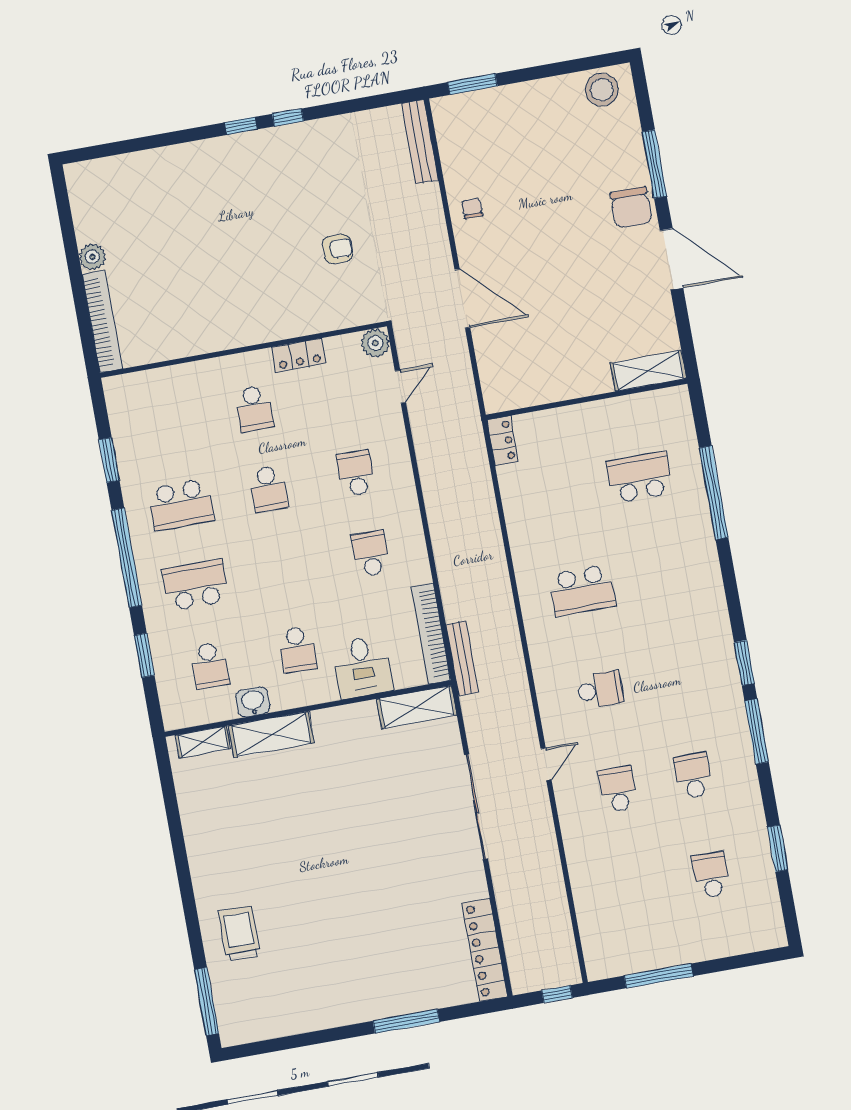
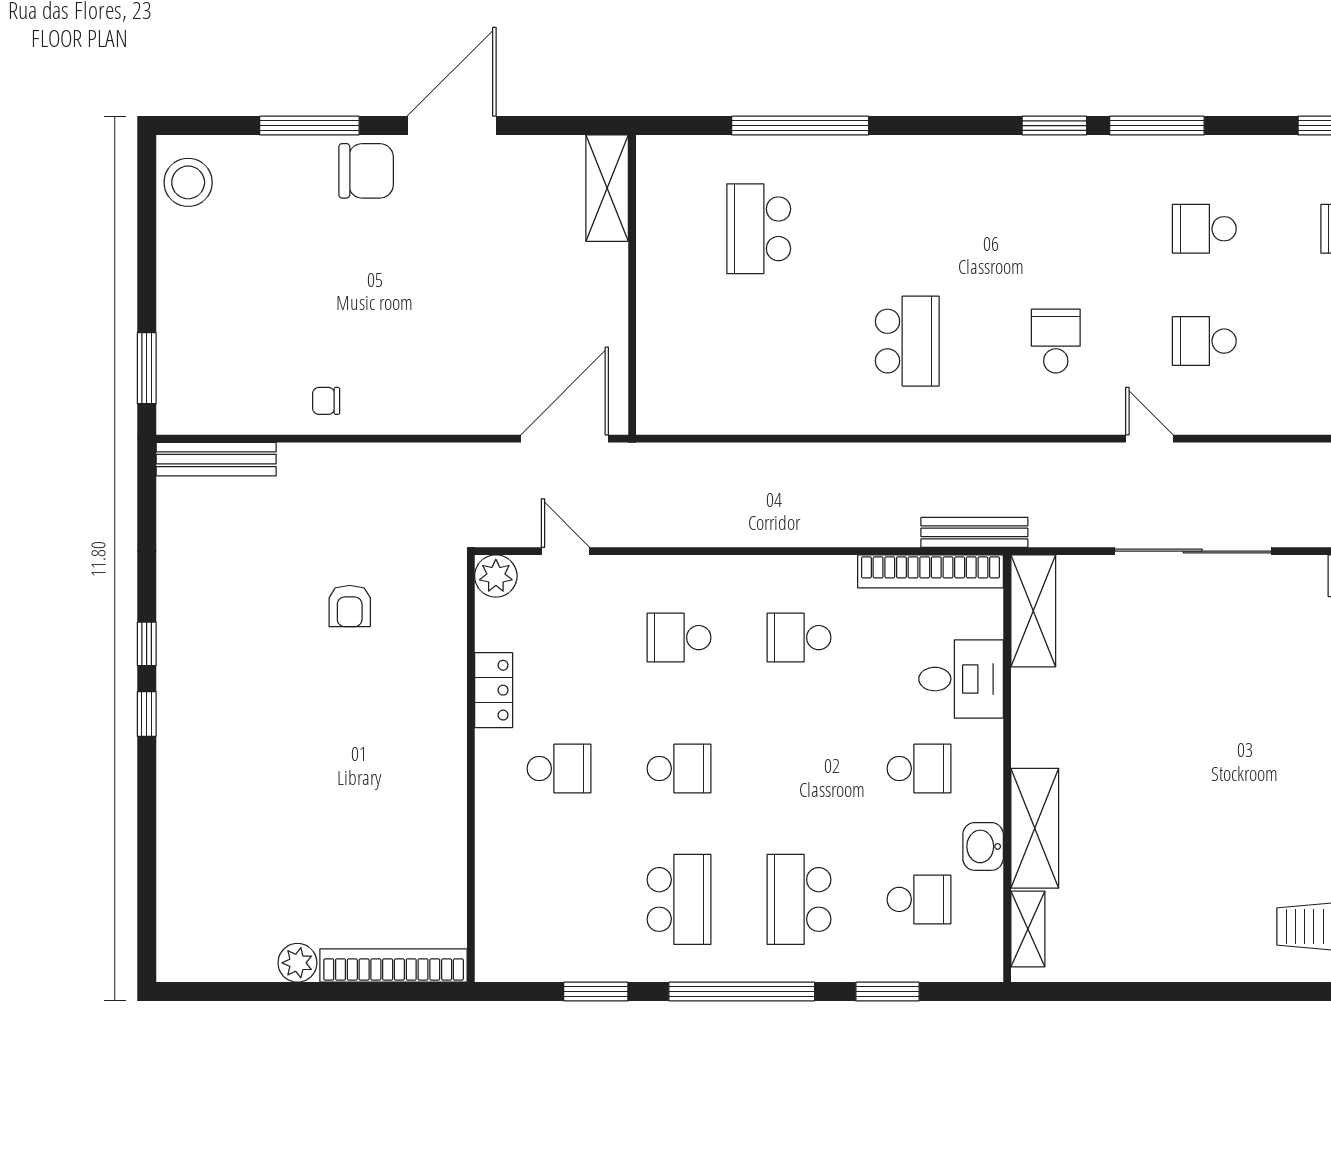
armchair: (338, 249) -> (350, 606), turned 180
door: (462, 299) -> (565, 439), moved
locker: (503, 441) -> (671, 417), removed

